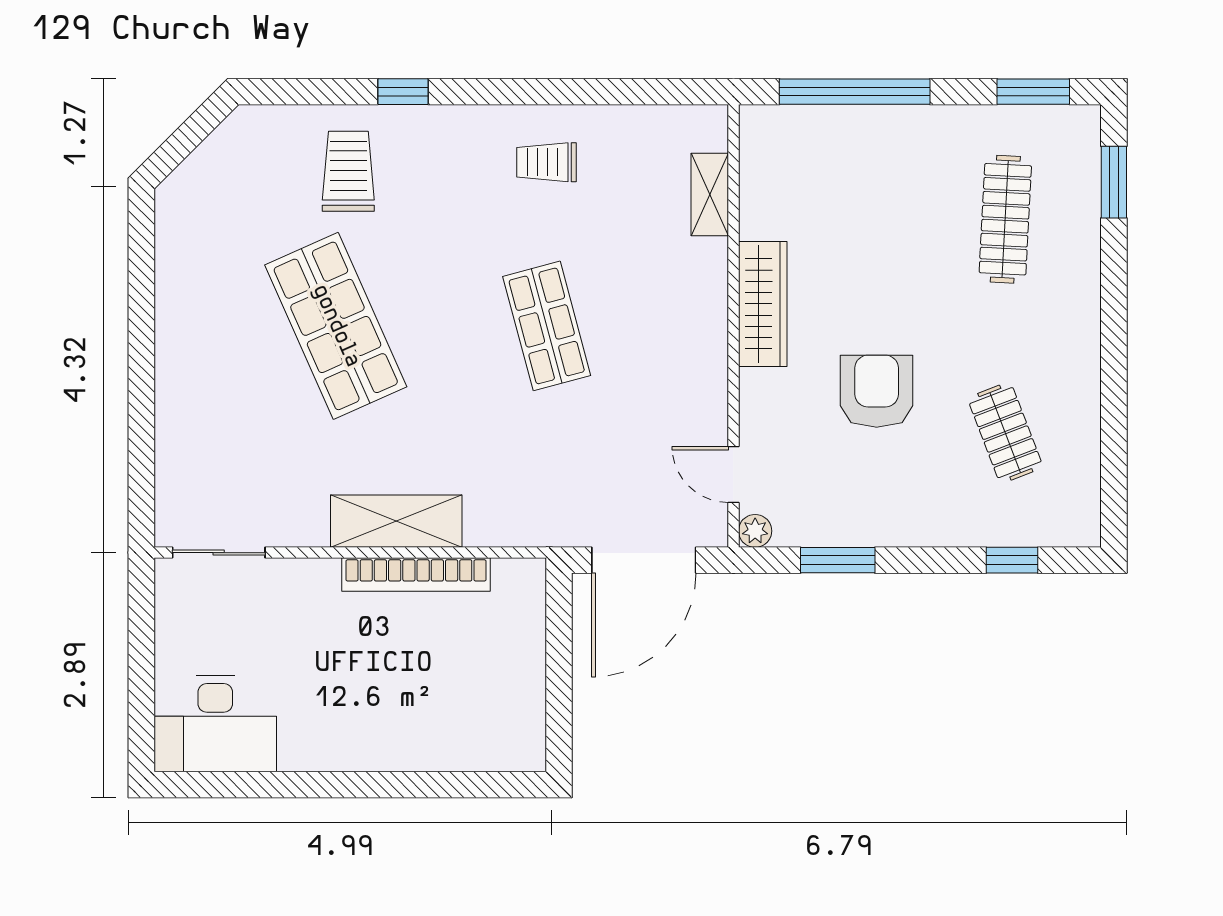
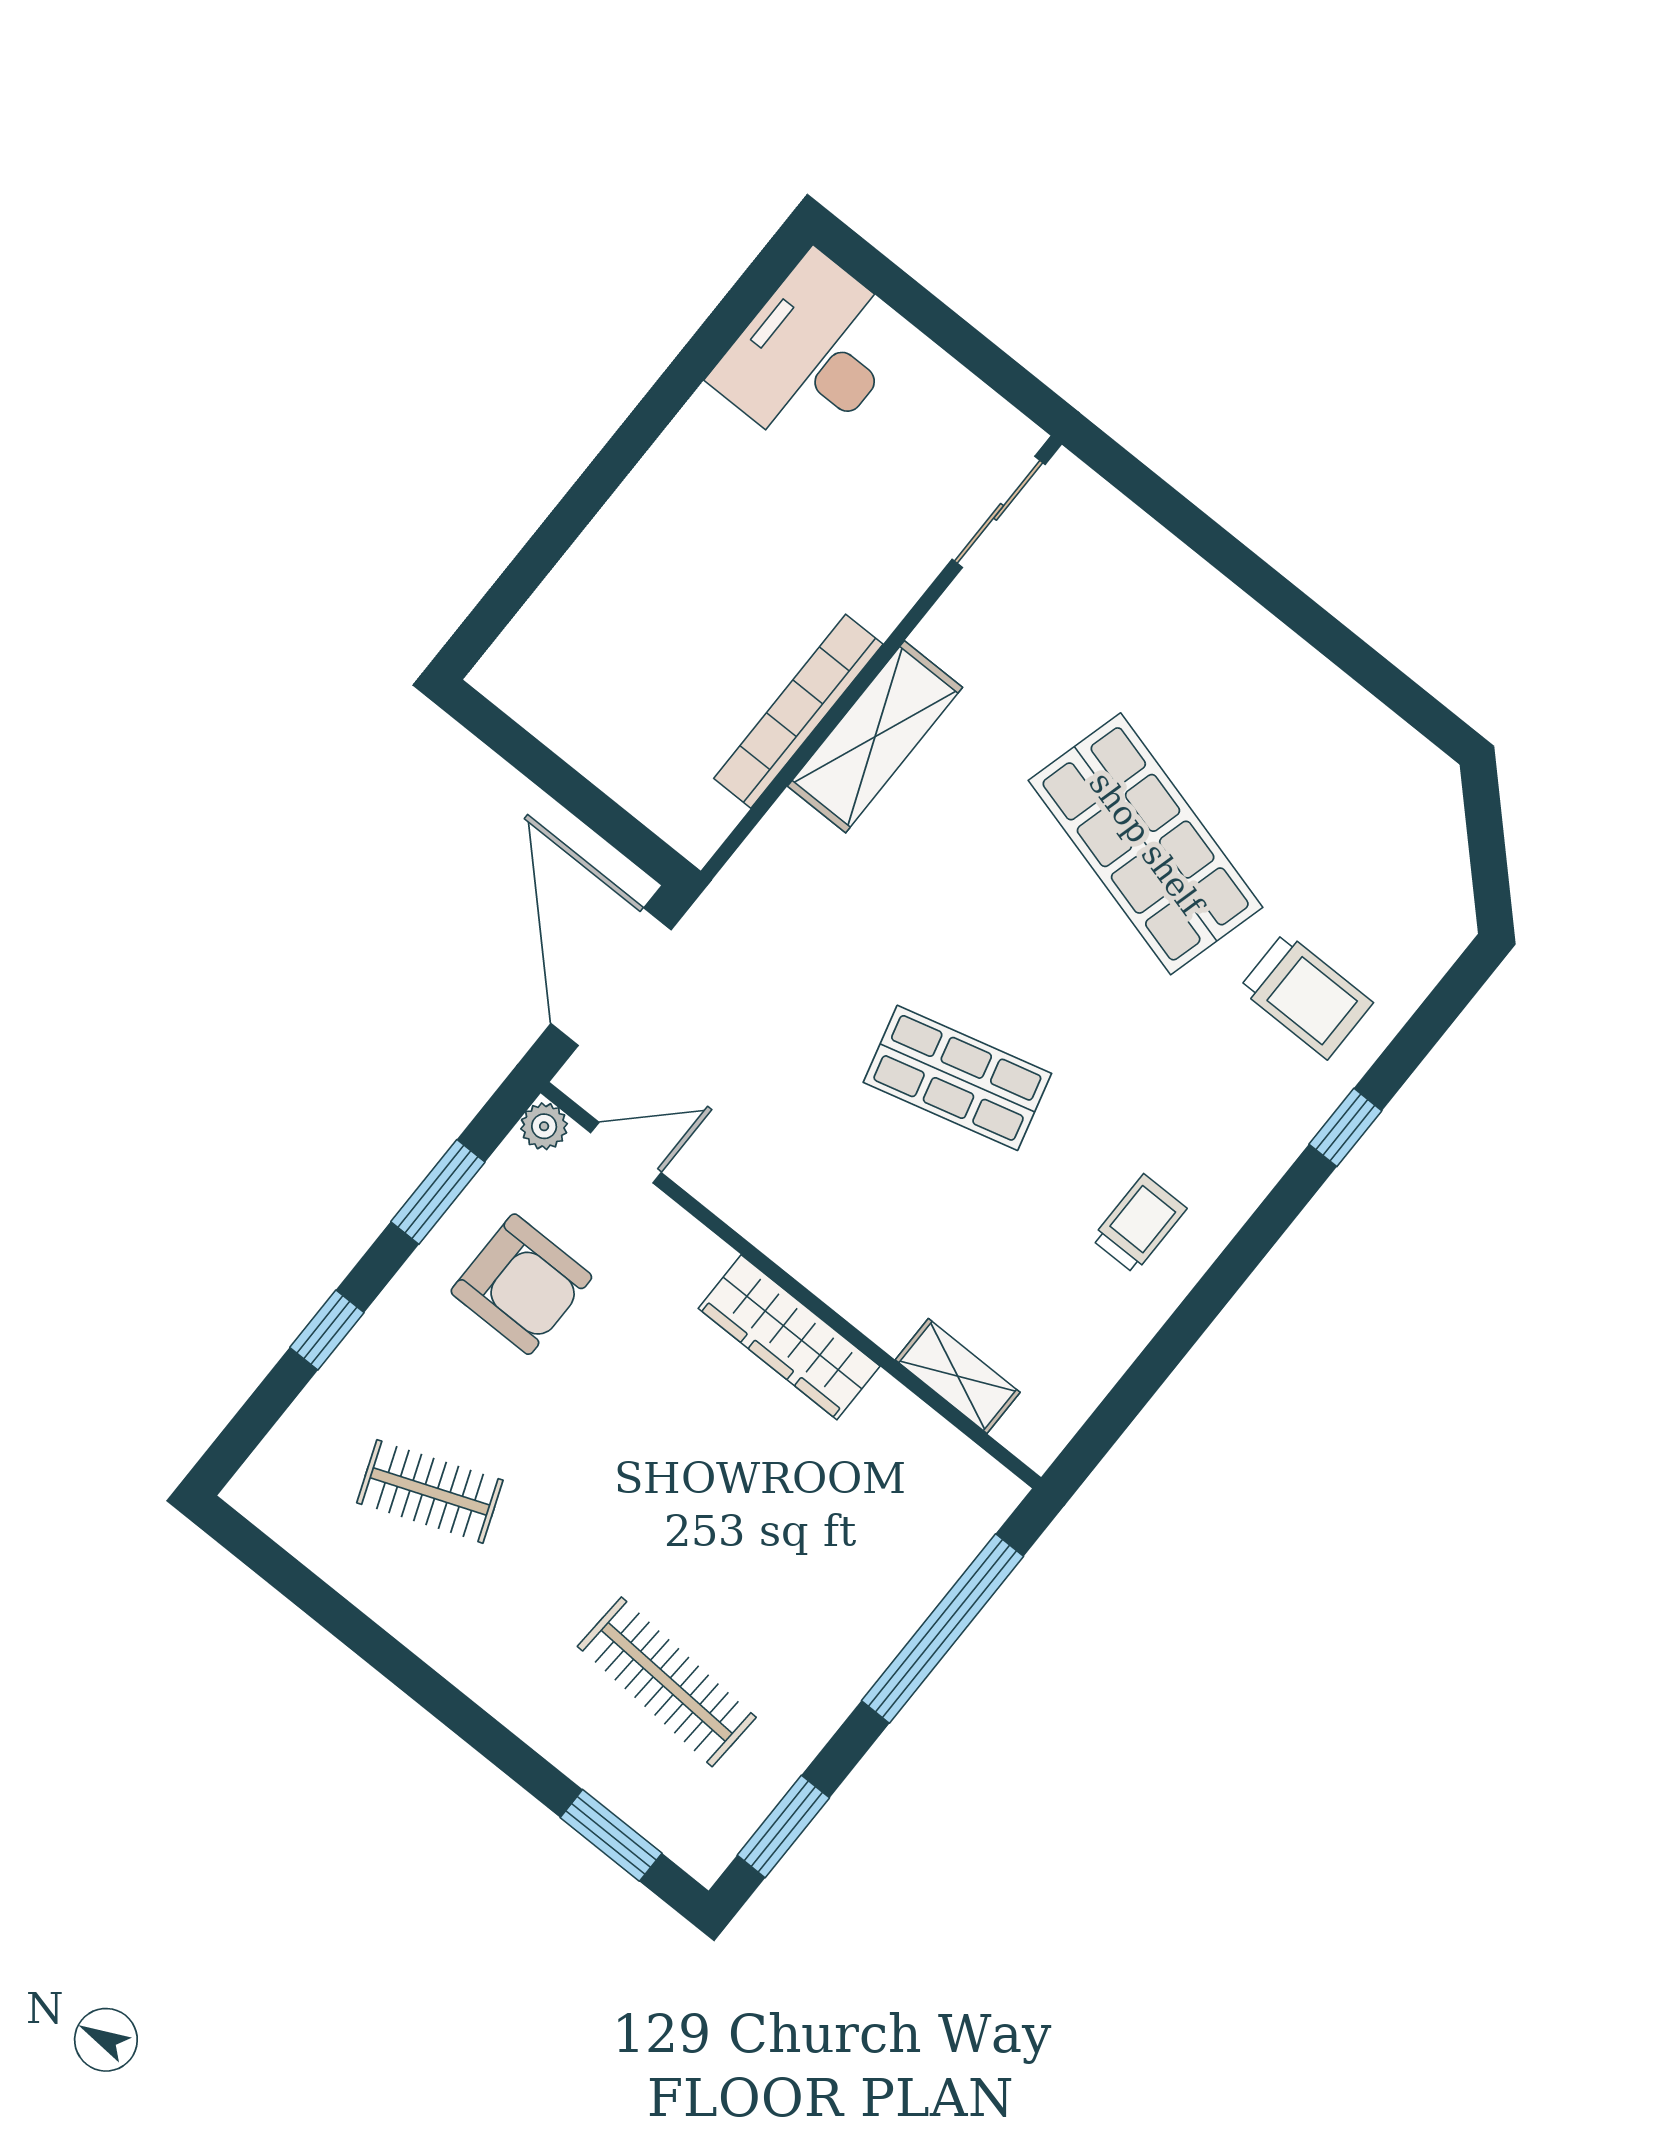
shop shelf: (336, 326) -> (1146, 844), turned 39
armchair: (877, 391) -> (521, 1284), moved
window: (1012, 560) -> (327, 1330), moved

